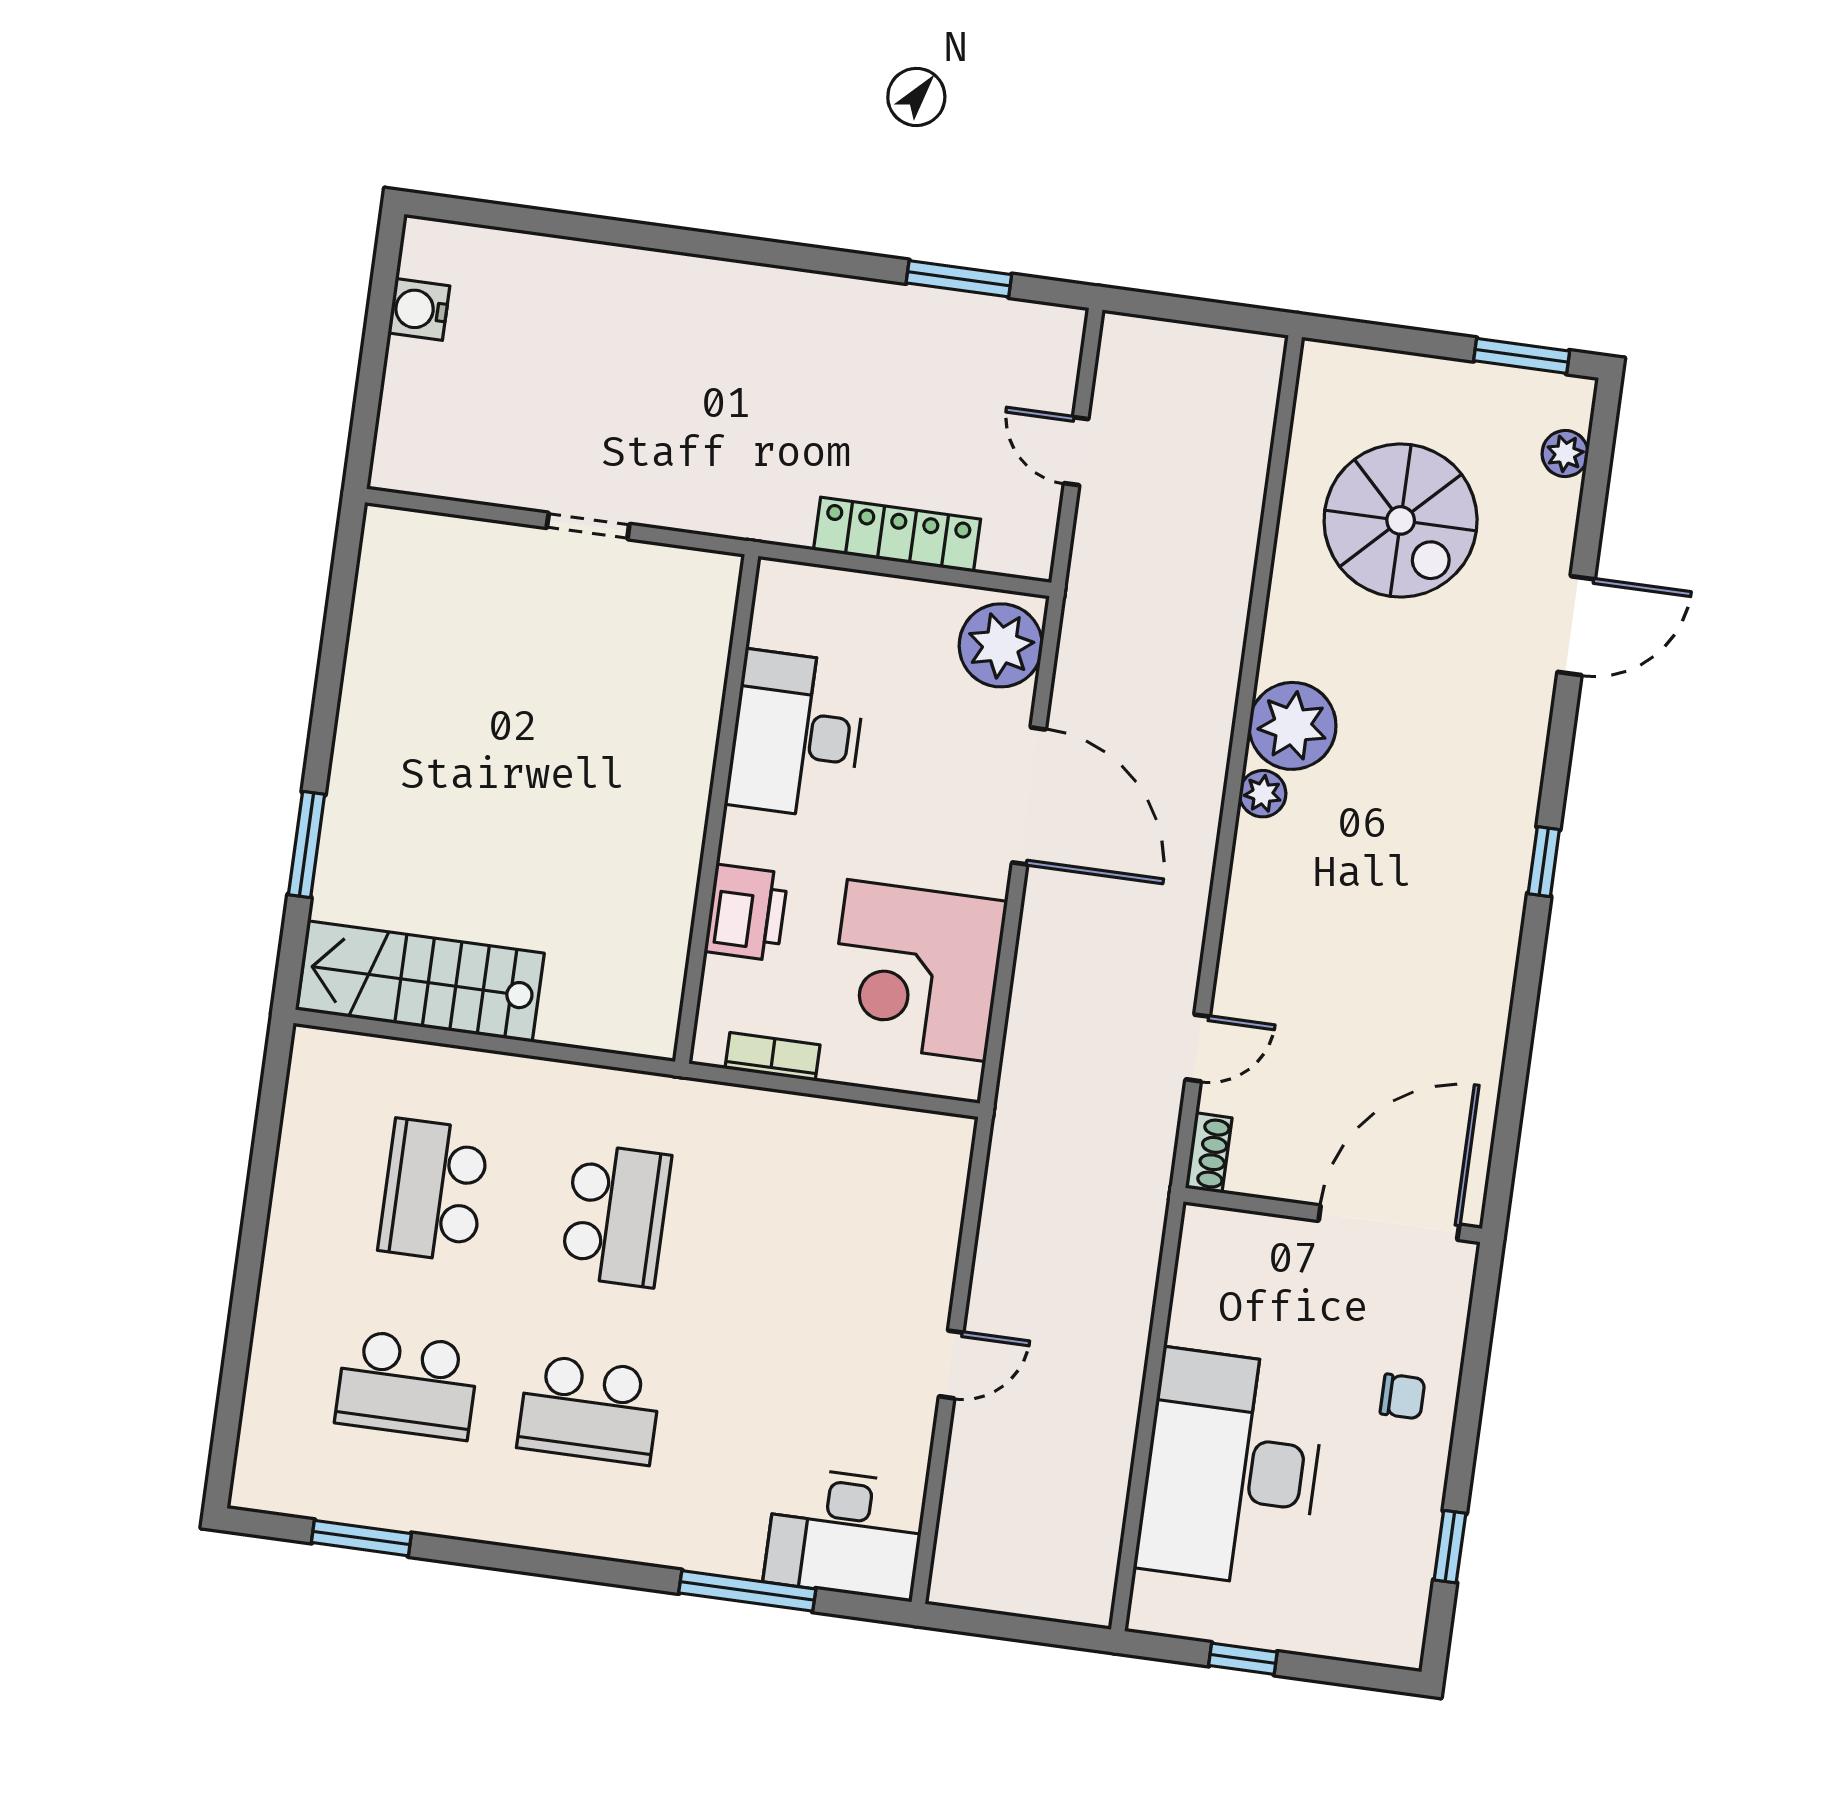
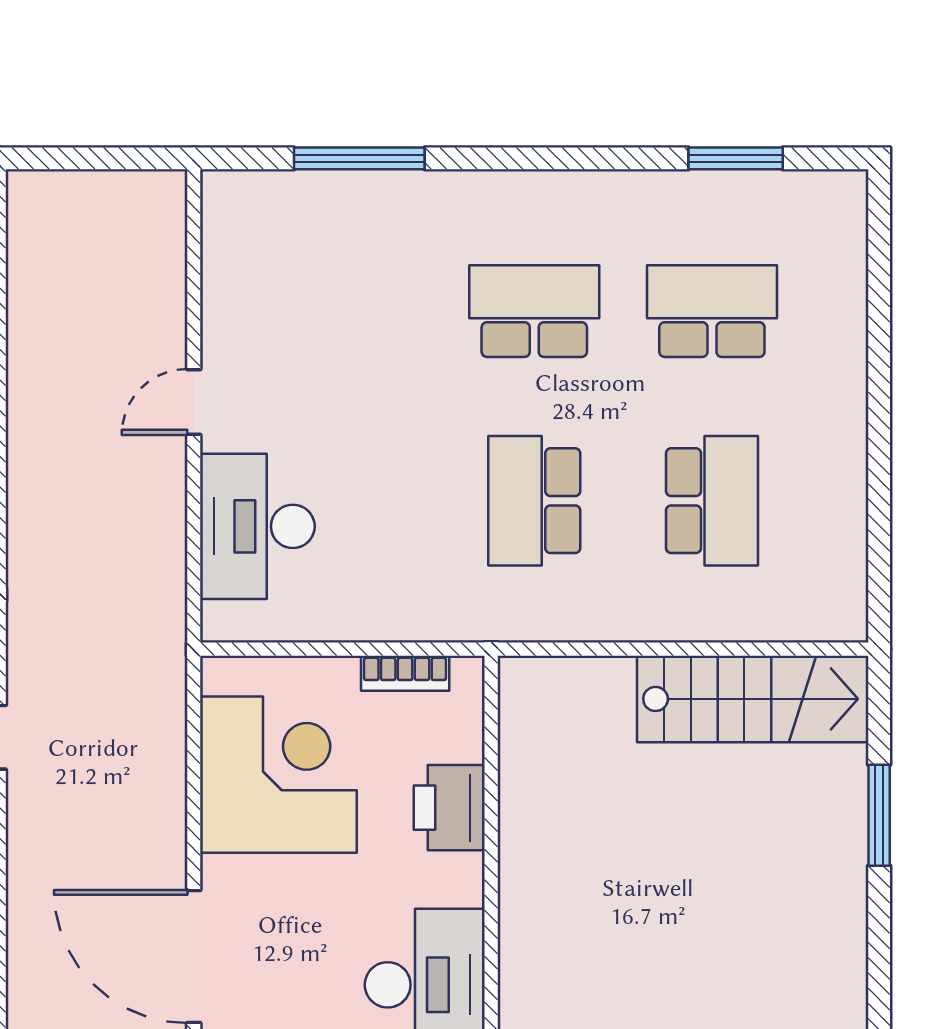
desk: (845, 1533) -> (257, 526), moved, turned -90

